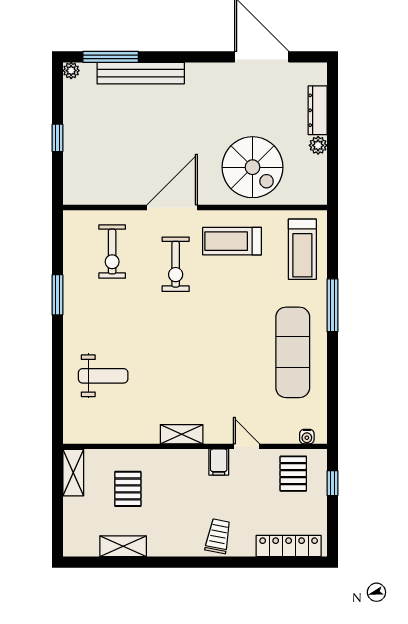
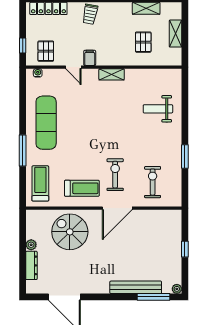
shelving: (73, 473) -> (175, 34), moved

